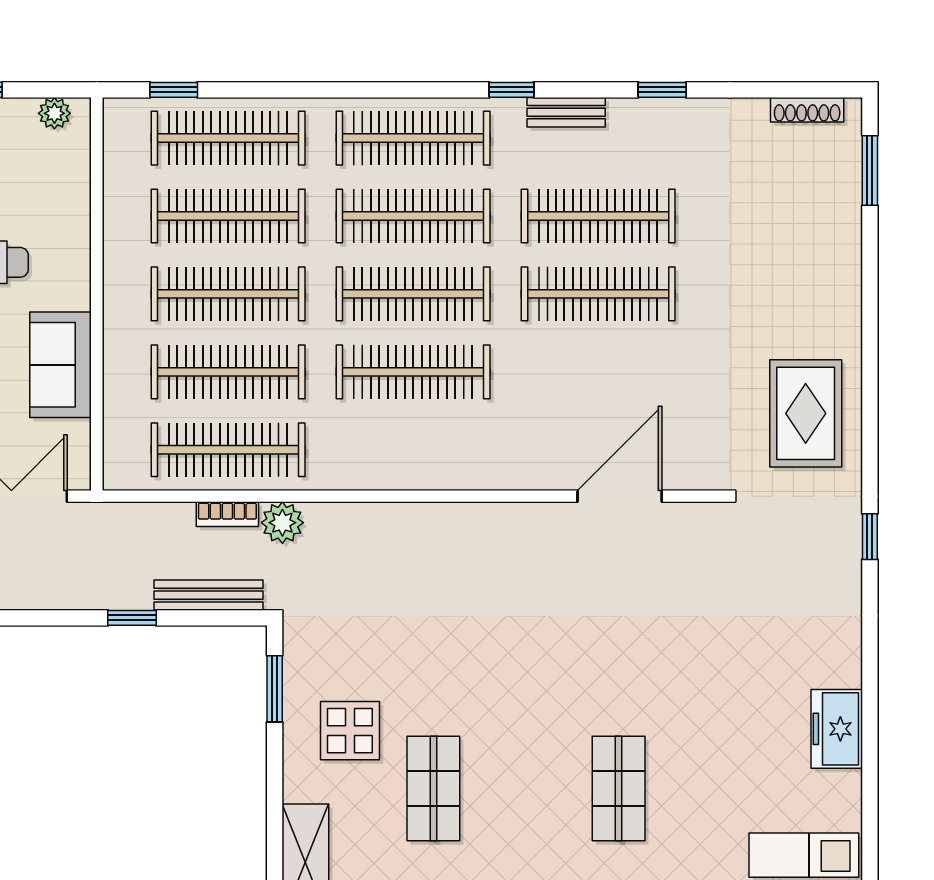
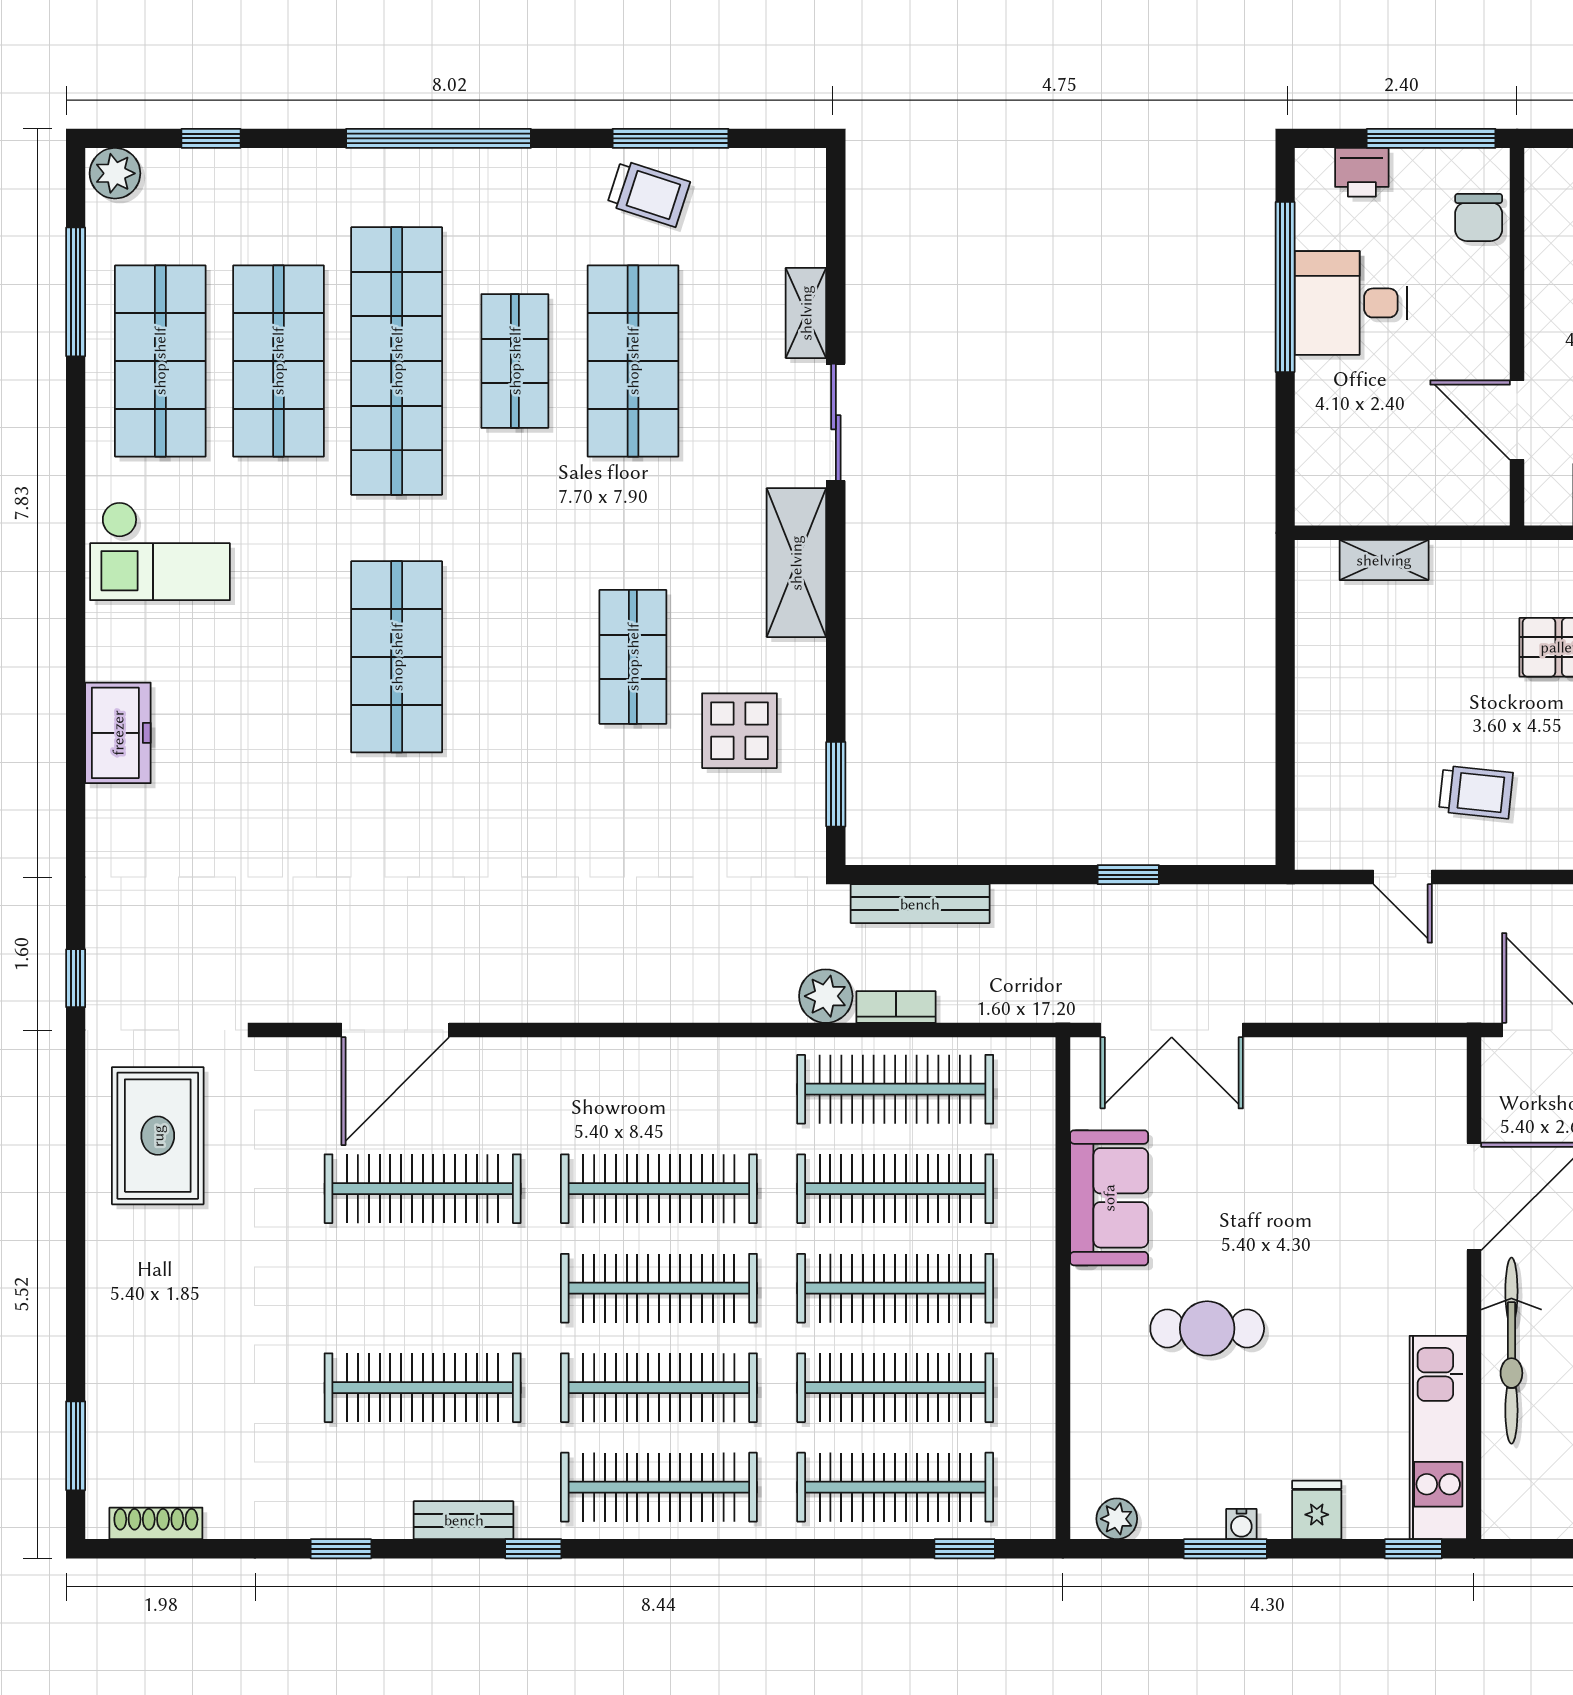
clothes rail: (598, 294) -> (423, 1189), moved
window: (132, 618) -> (1128, 875), moved
shop shelf: (619, 788) -> (397, 657), width x1.43, depth x1.36

